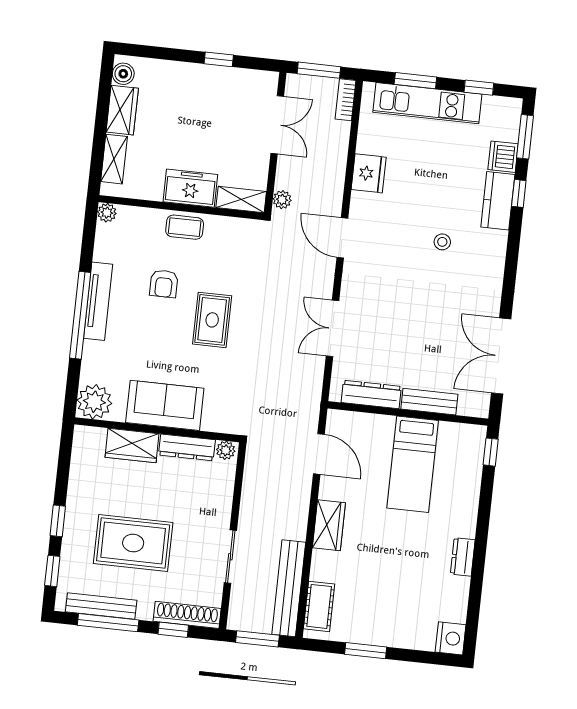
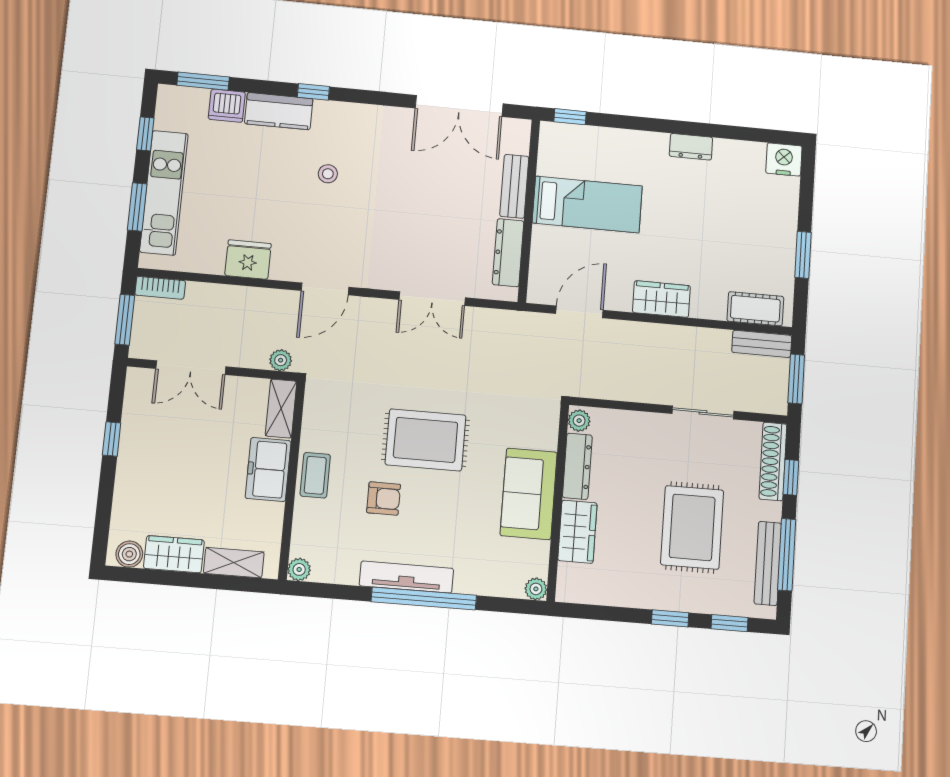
double door: (277, 125) -> (191, 368), swing flipped
window: (519, 193) -> (313, 92), moved
rug: (212, 320) -> (426, 440), width x1.36, depth x1.43
plant: (94, 402) -> (536, 589), width x0.53, depth x0.53
bench: (289, 588) -> (762, 344), width x0.54, depth x0.82

